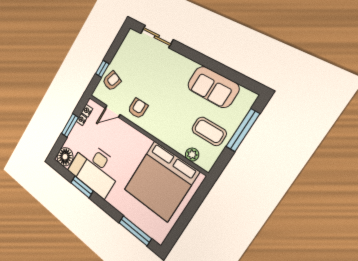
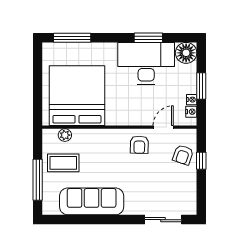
sofa: (213, 87) -> (92, 201), width x1.36

